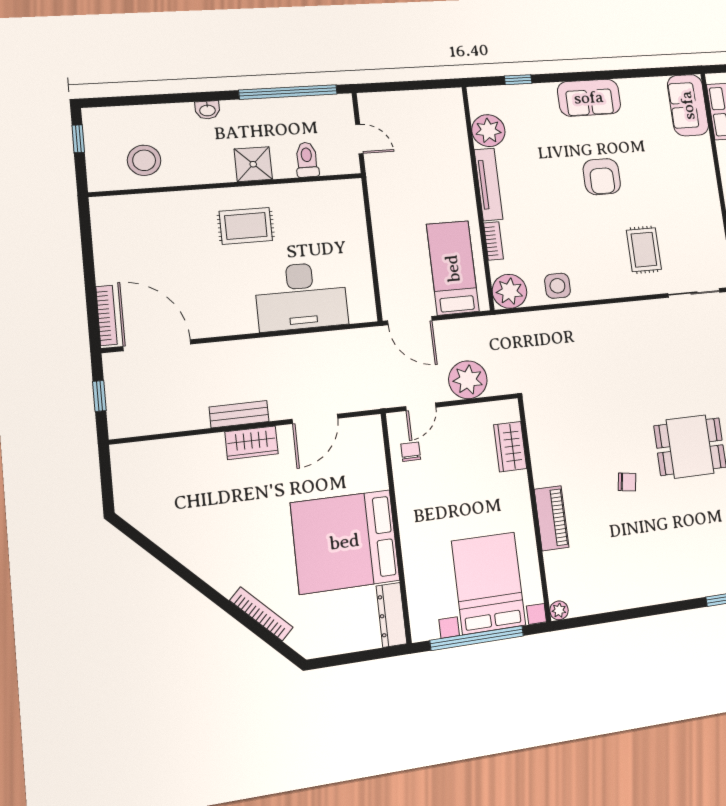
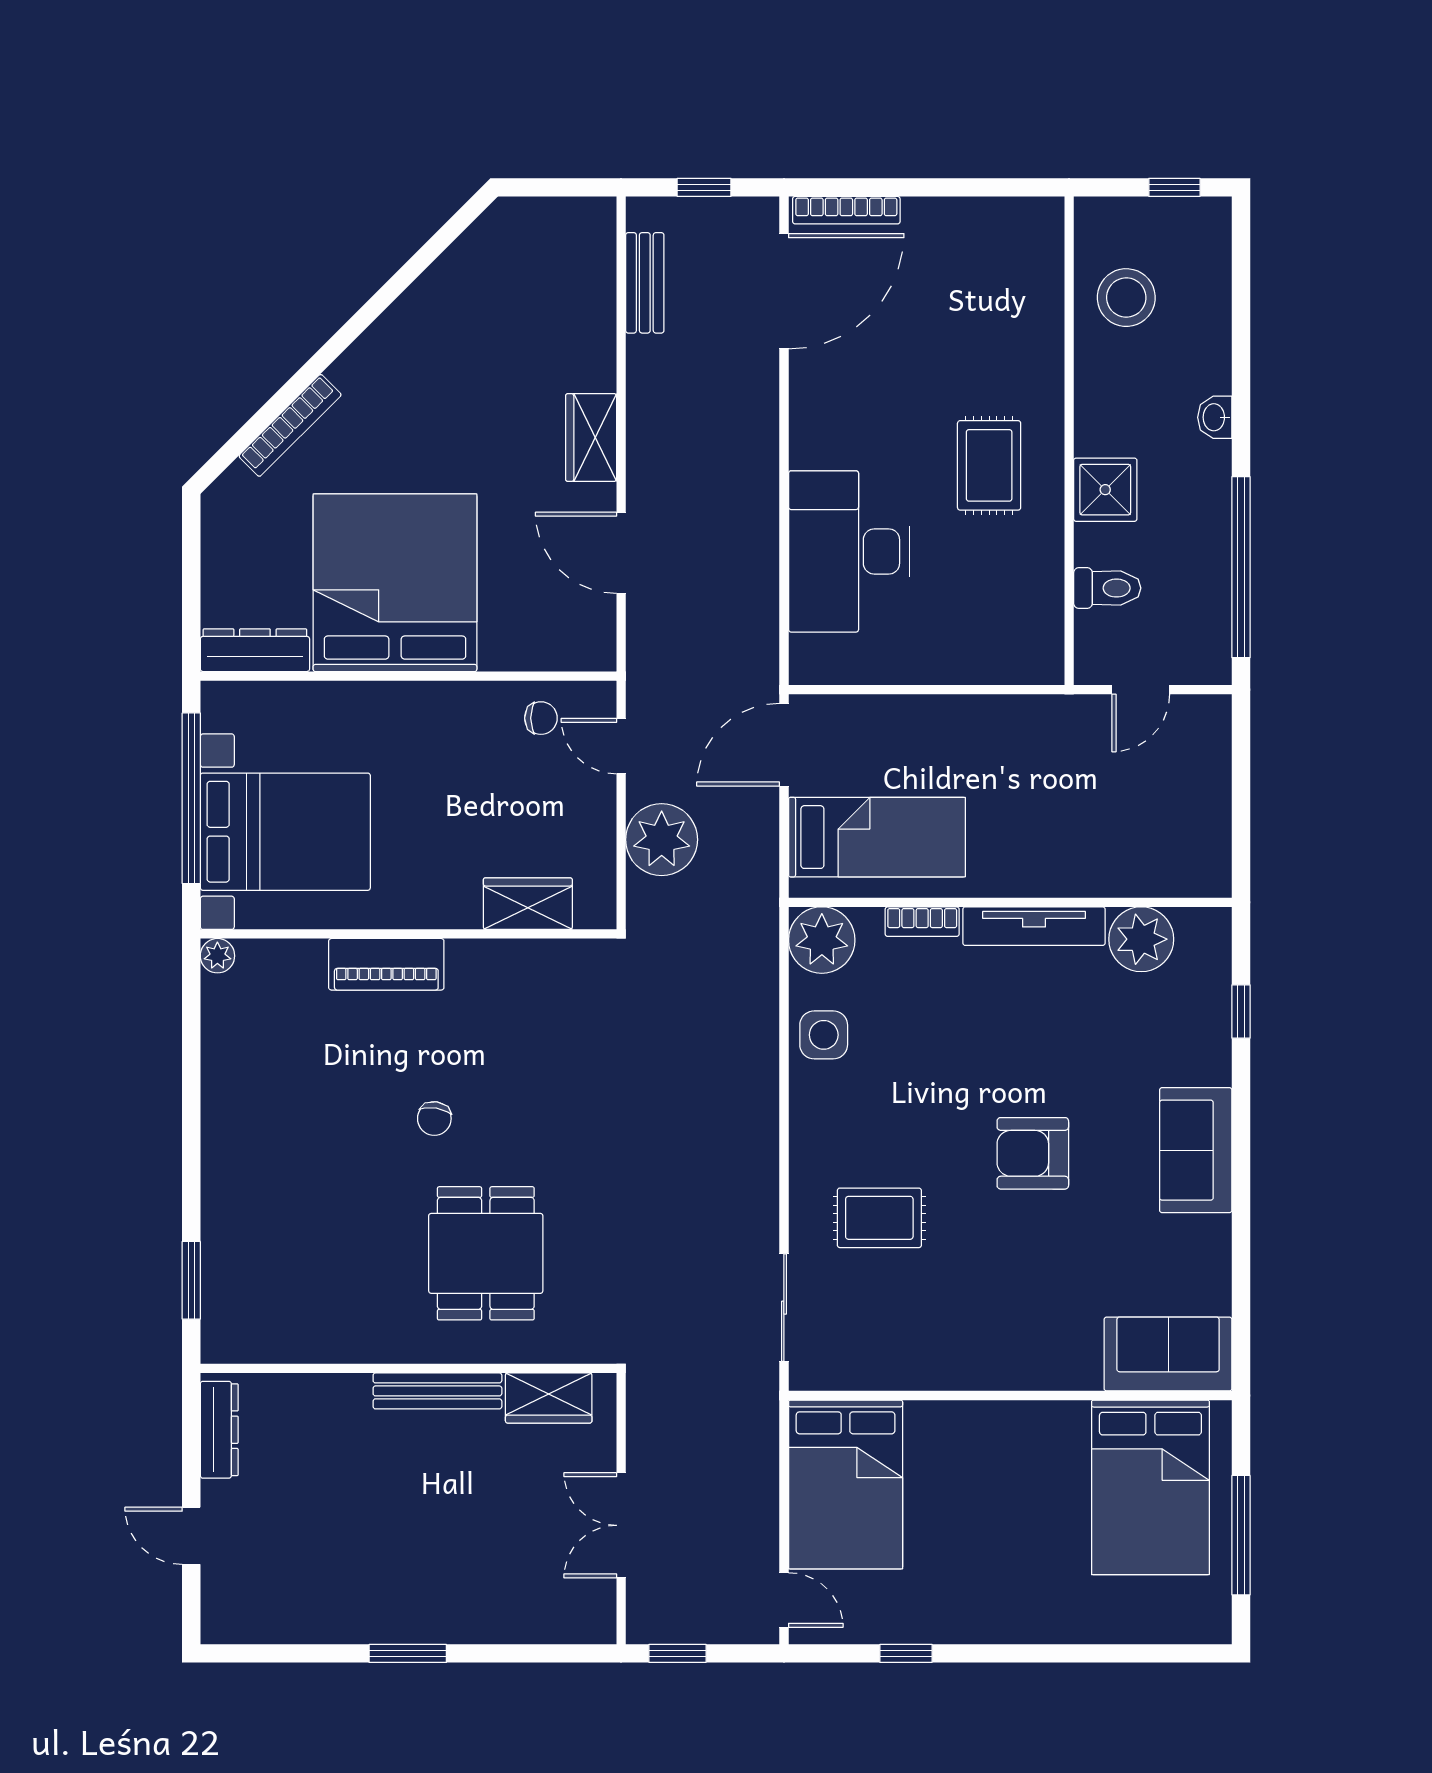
bench: (239, 414) -> (645, 283), moved

